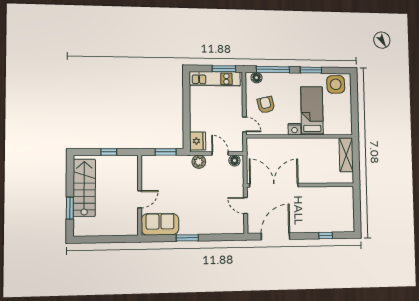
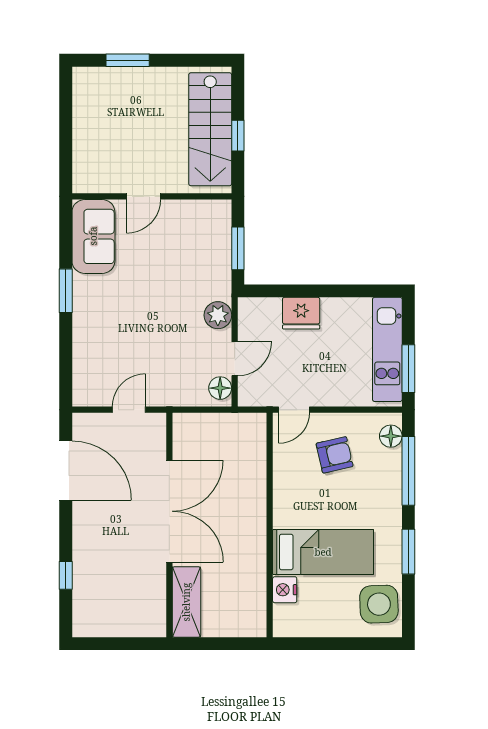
nightstand: (295, 129) -> (285, 590), moved
fridge: (198, 141) -> (301, 313), moved
shelving: (346, 155) -> (186, 602), moved, turned 90
double door: (274, 185) -> (169, 511), moved
stairs: (84, 188) -> (210, 129), moved, turned 90
door: (140, 199) -> (143, 196), hinge flipped

